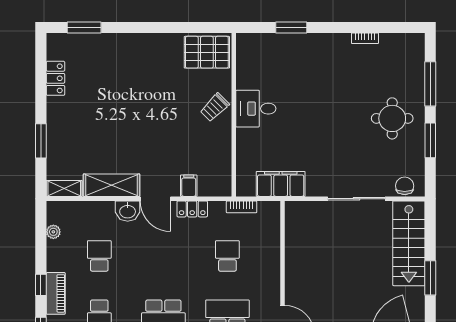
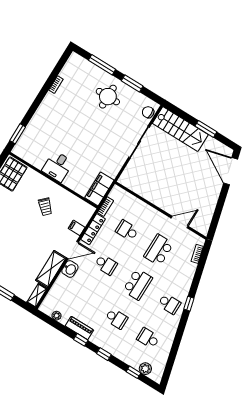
window: (291, 27) -> (18, 134), moved
trolley: (215, 107) -> (45, 207), moved
filing cabinet: (281, 184) -> (99, 189), moved
locker: (192, 209) -> (93, 229), width x1.53
school desk: (99, 256) -> (106, 265), moved, turned 180
piano: (56, 293) -> (79, 328), moved

